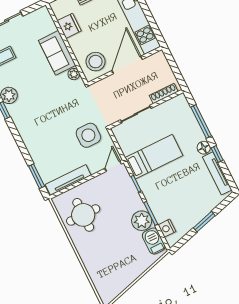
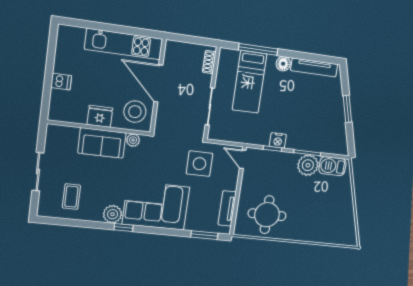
fridge: (69, 26) -> (100, 116), moved
shoe rack: (164, 93) -> (209, 62), width x0.70
corner sofa: (36, 124) -> (156, 206), added
window: (217, 154) -> (297, 55), removed
bed: (154, 157) -> (249, 82), moved, turned 180
tv unit: (68, 180) -> (227, 208), width x0.71
nightstand: (167, 228) -> (278, 140), moved

